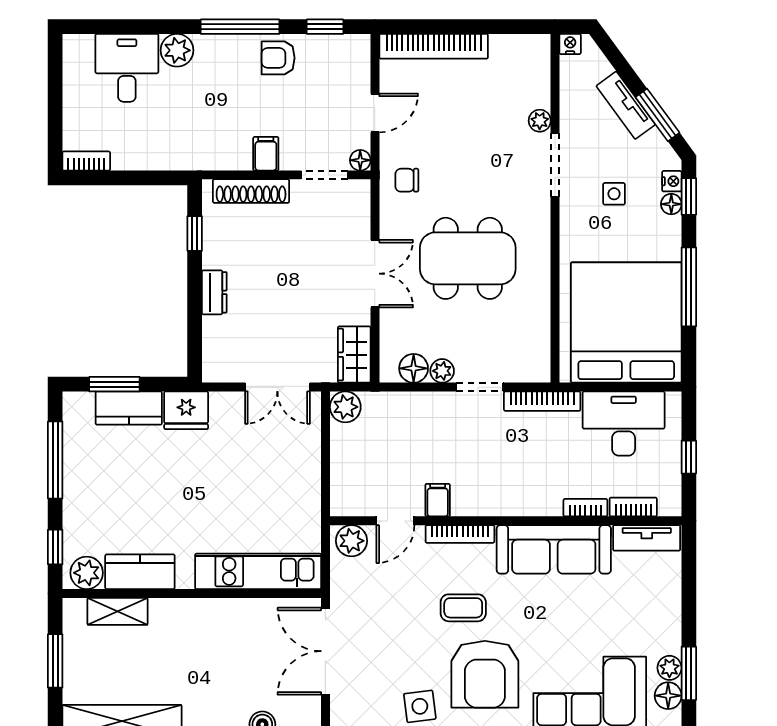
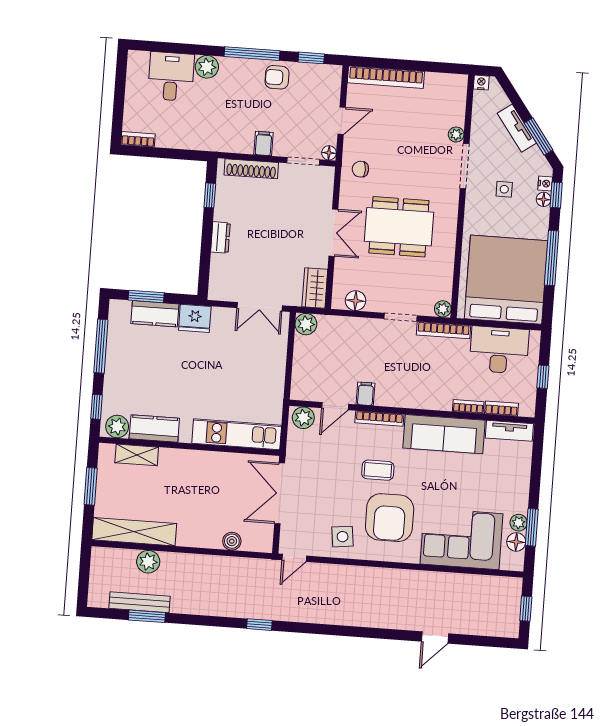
plant: (442, 371) -> (443, 309), moved

